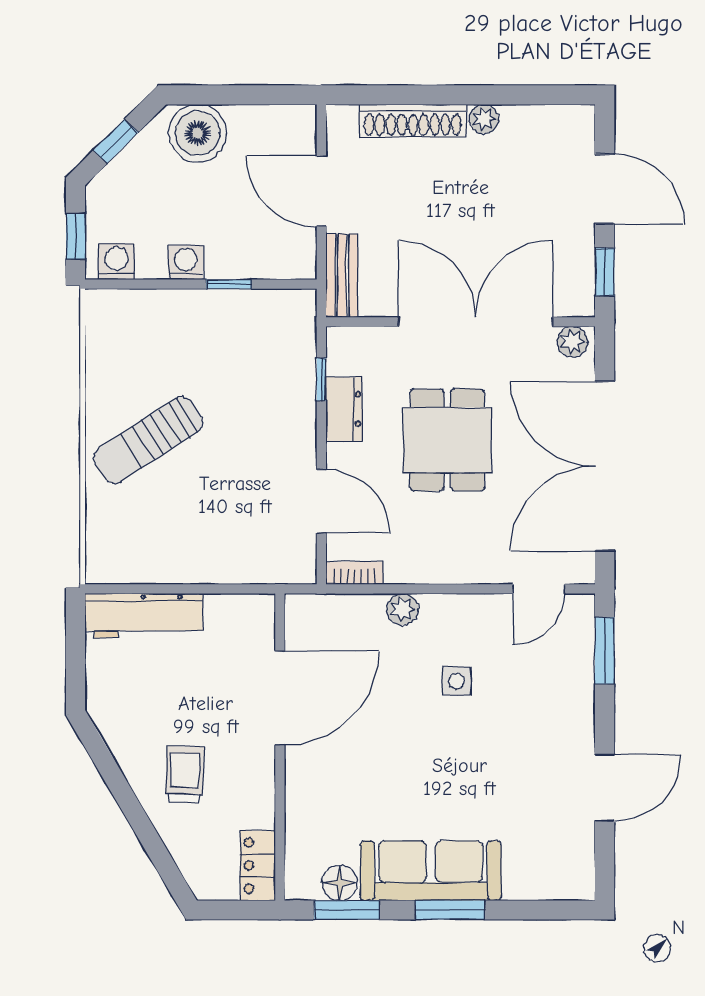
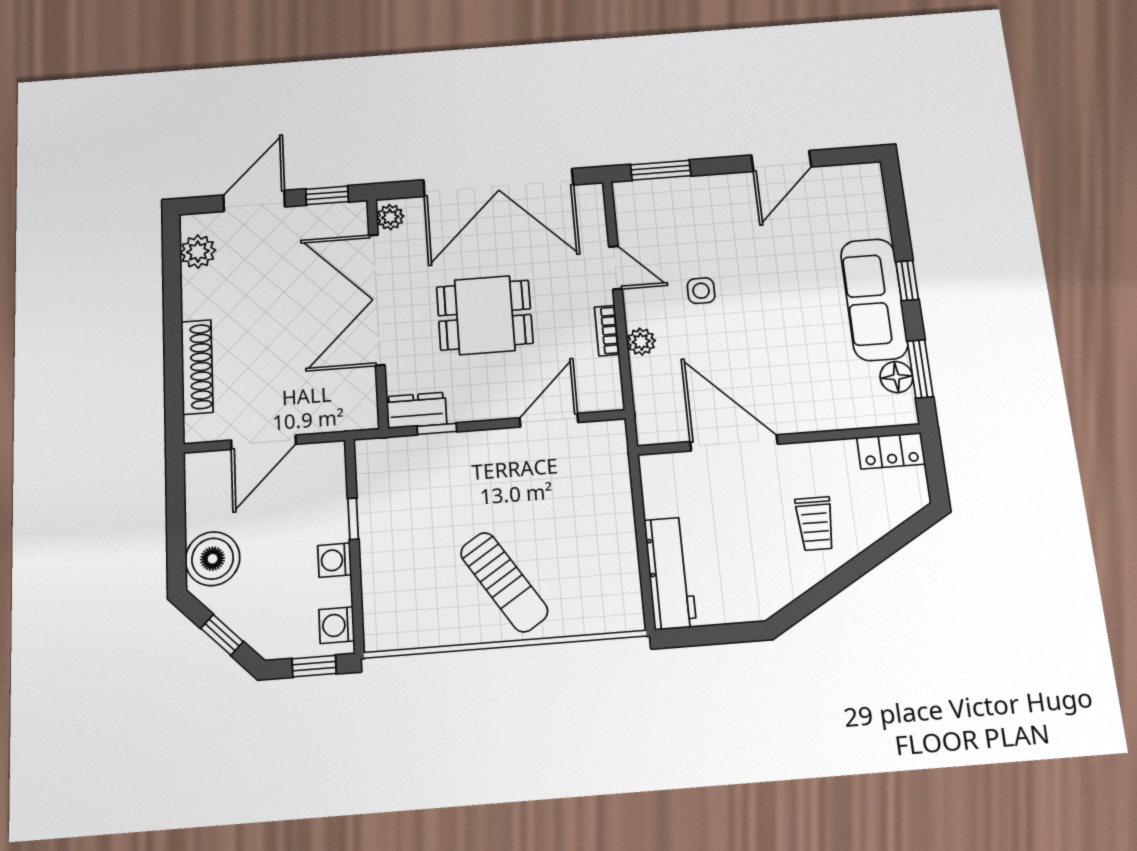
plant: (484, 119) -> (198, 252), moved, width x1.38, depth x1.38
bench: (342, 276) -> (341, 418), removed
dresser: (344, 409) -> (416, 410), moved
bookcase: (354, 573) -> (607, 331), moved
door: (539, 589) -> (615, 268), moved
trolley: (185, 774) -> (815, 524), turned -92
door: (605, 788) -> (781, 161), swing flipped
window: (450, 910) -> (907, 281), width x0.67

